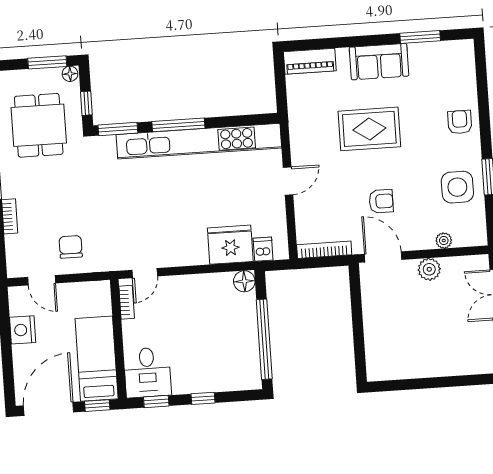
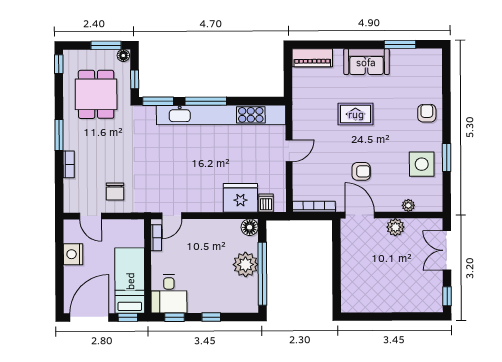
rug: (369, 129) -> (356, 114), width x0.73, depth x0.70
chair: (71, 247) -> (115, 191), turned 180
plant: (242, 329) -> (246, 265), added

